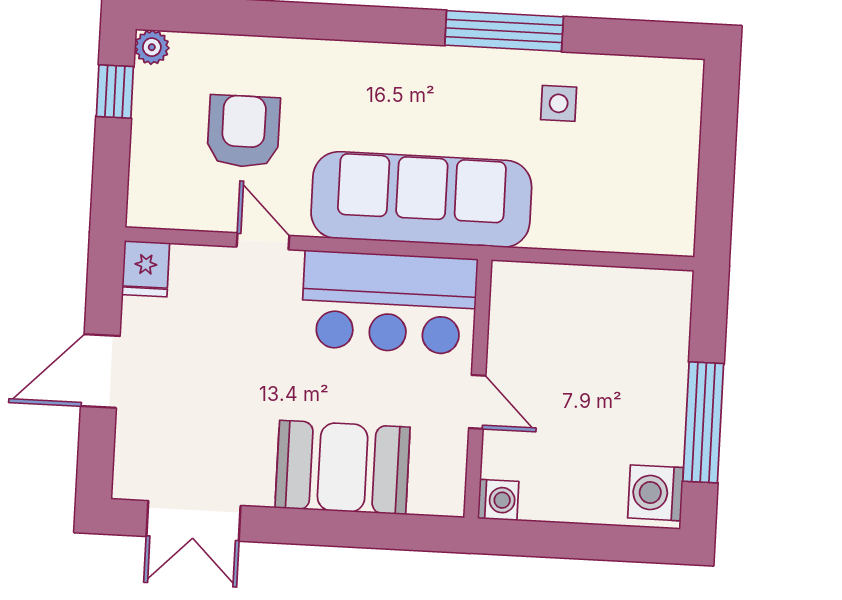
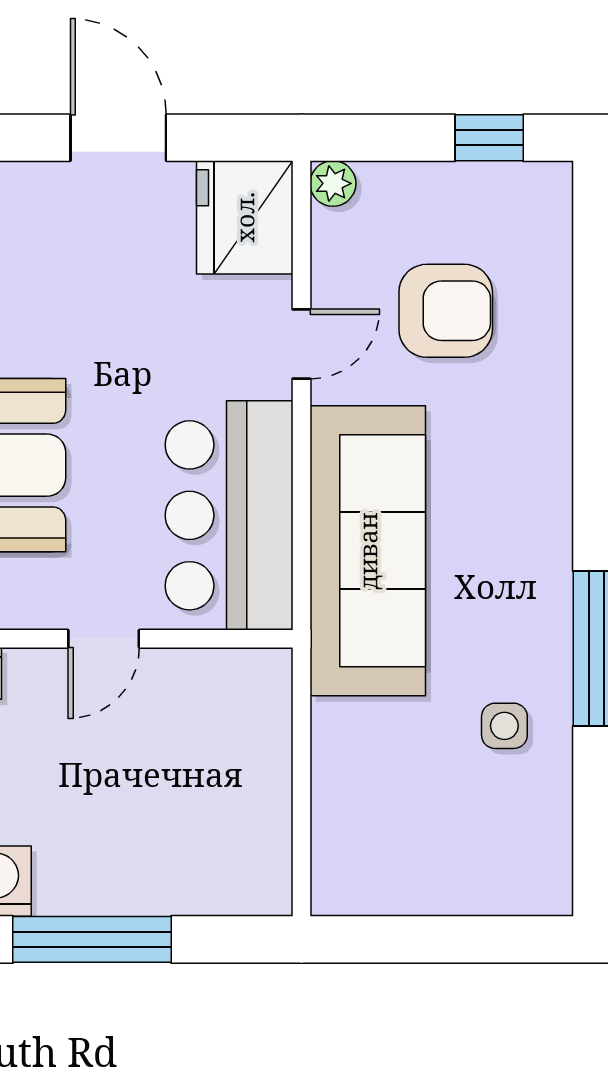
plant: (152, 47) -> (333, 183), moved
fridge: (146, 269) -> (245, 217), width x1.88, depth x1.34

